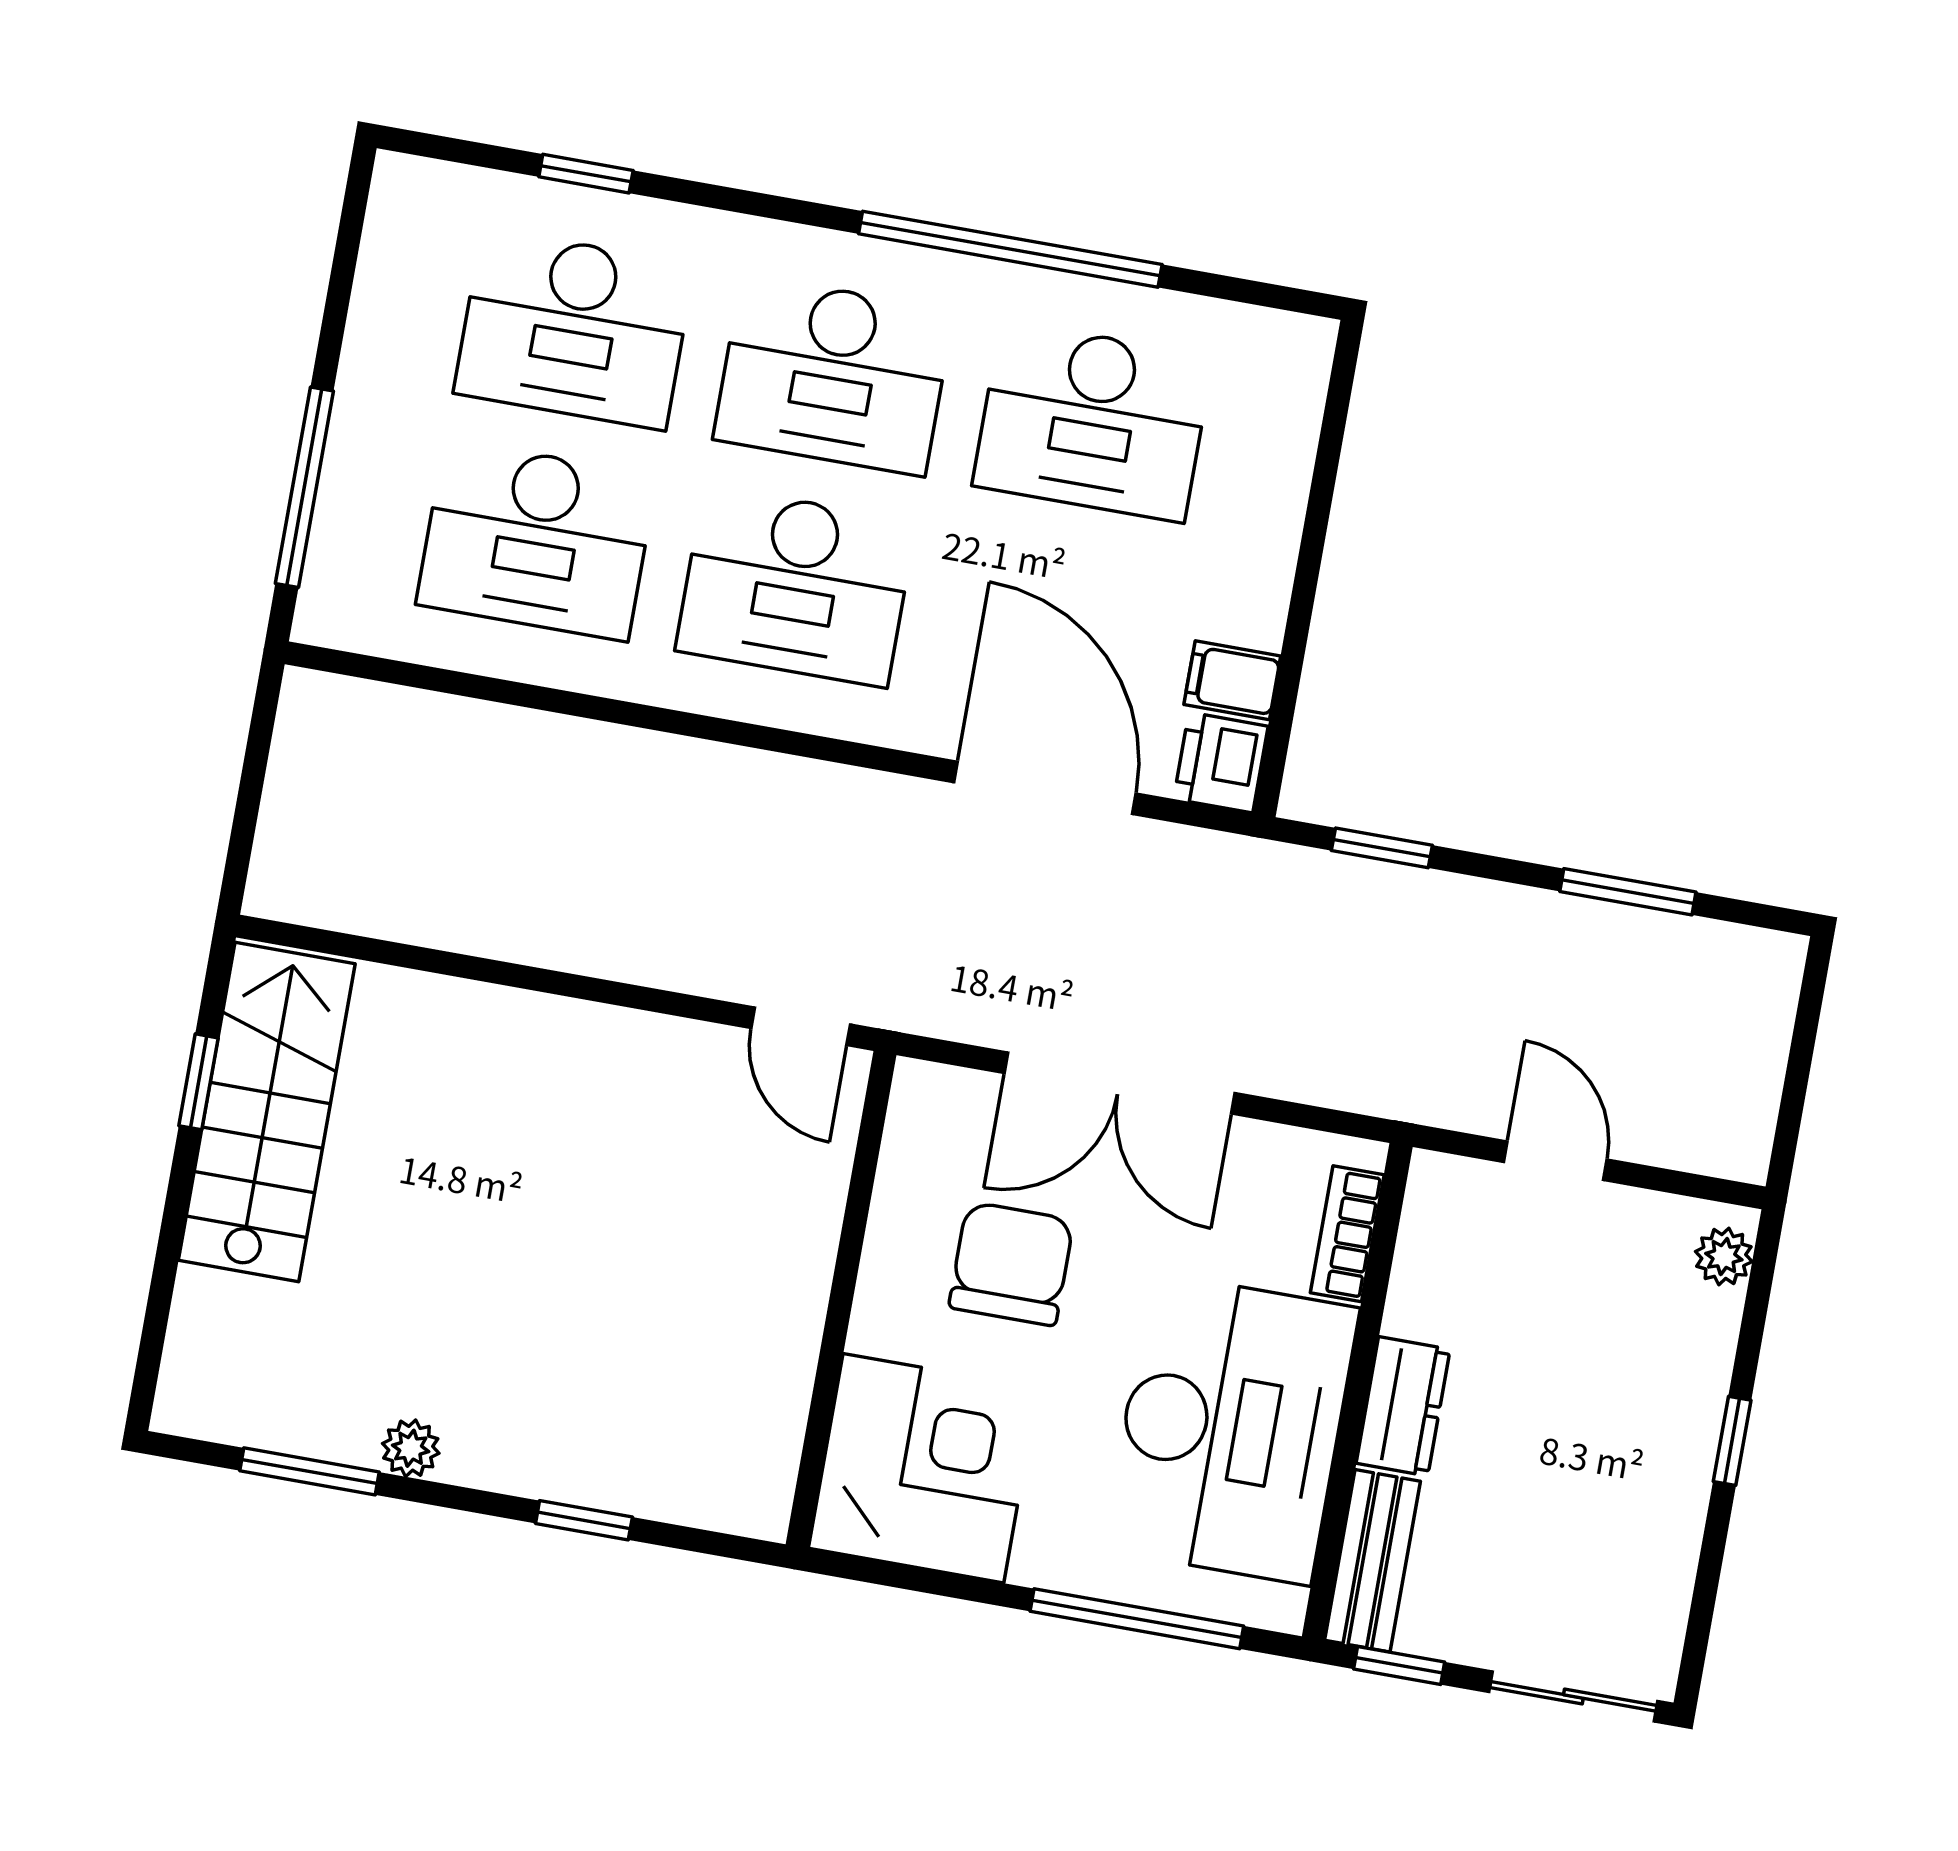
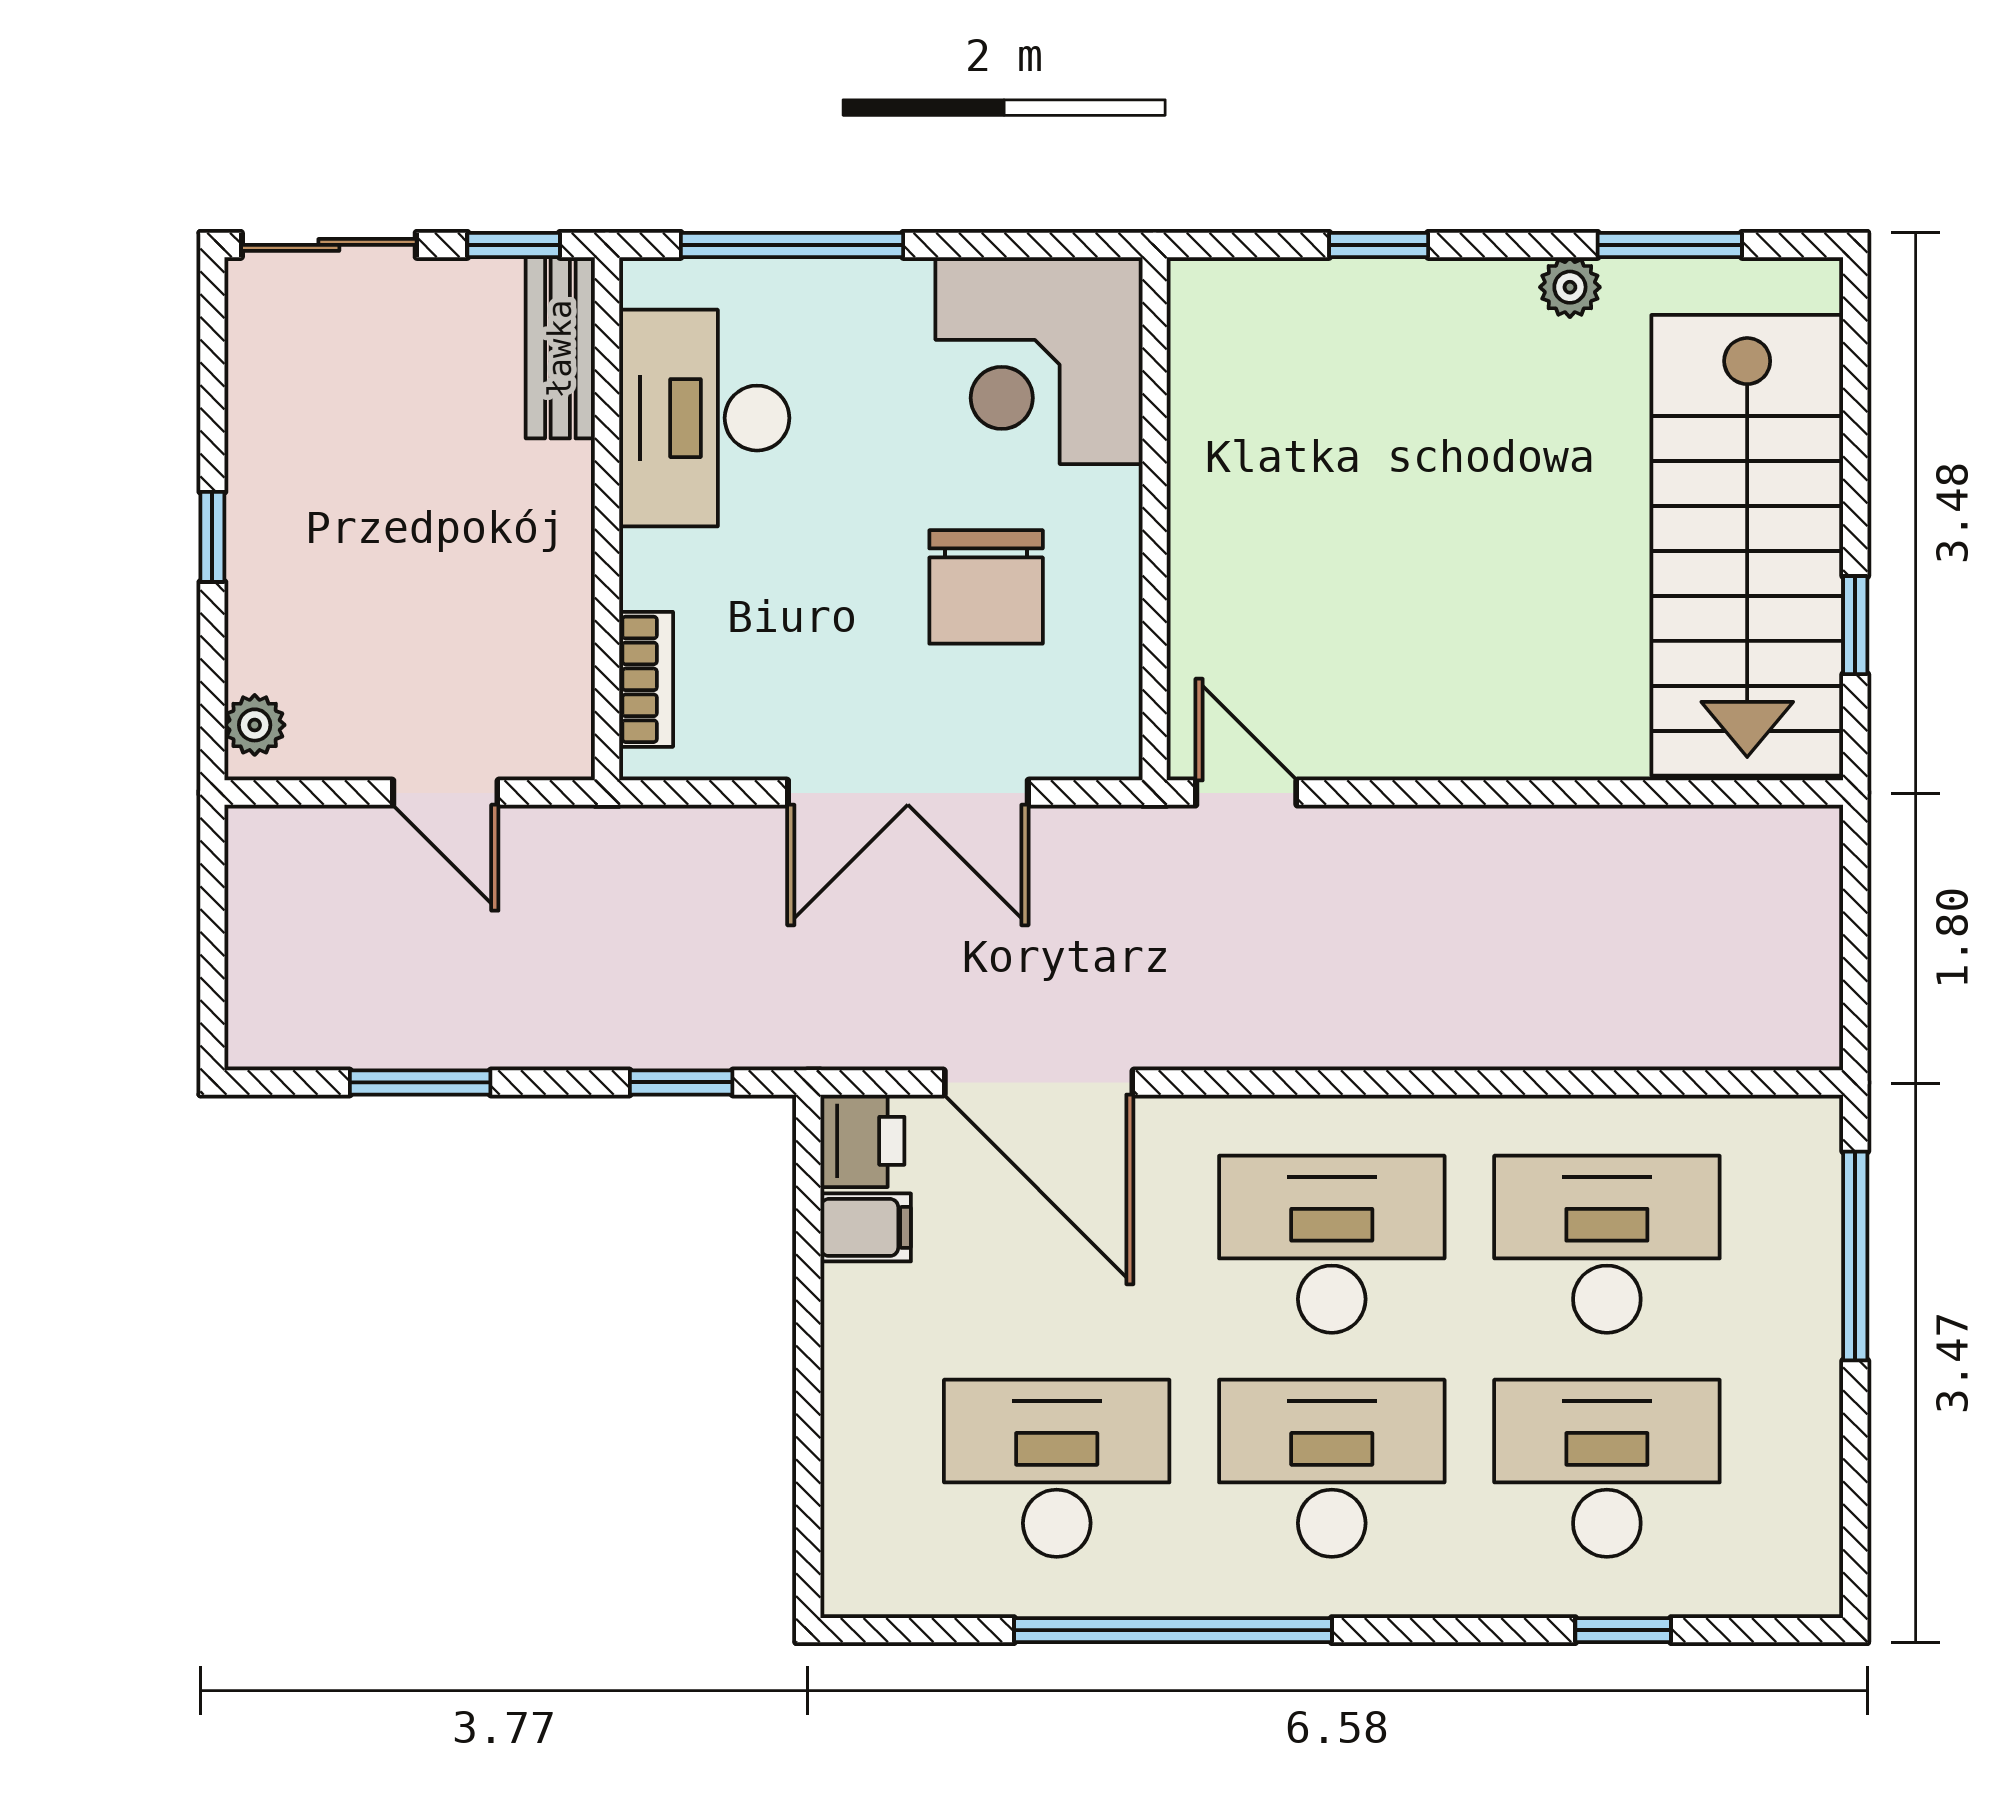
double door: (1120, 1083) -> (908, 793), swing flipped
stairs: (267, 1112) -> (1747, 545), width x1.36, depth x1.51
dresser: (1403, 1406) -> (557, 512), removed
desk: (1231, 1429) -> (704, 418), width x0.73, depth x0.77

